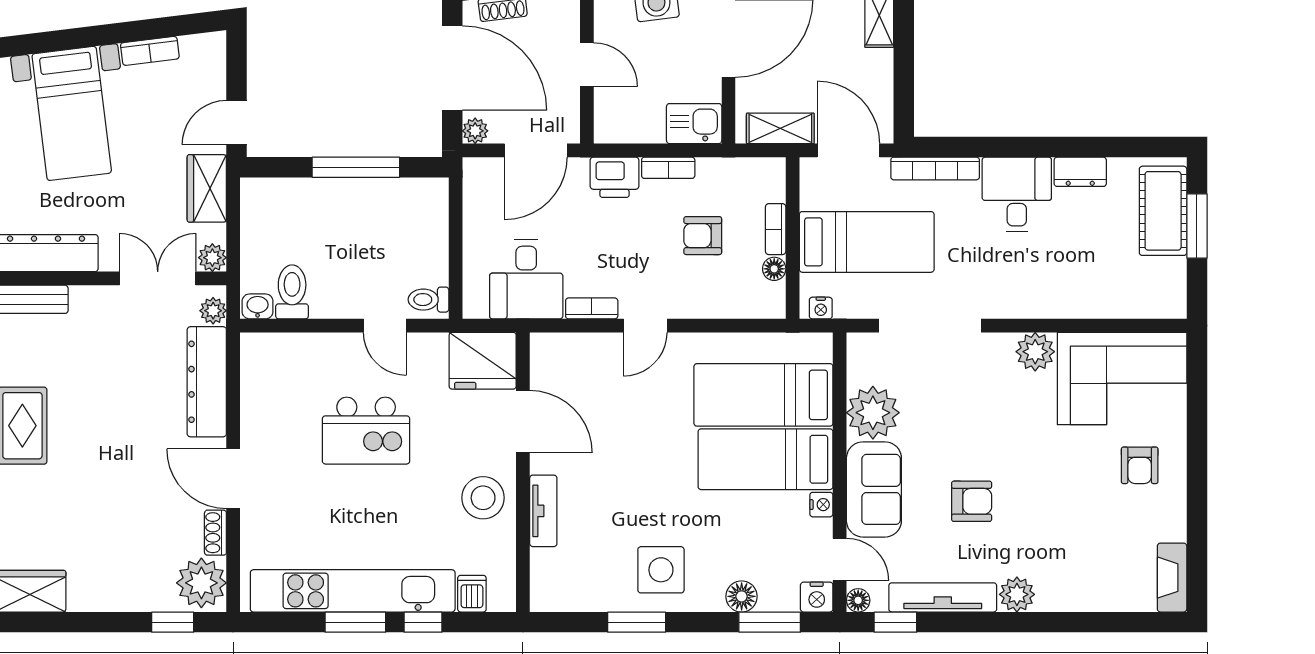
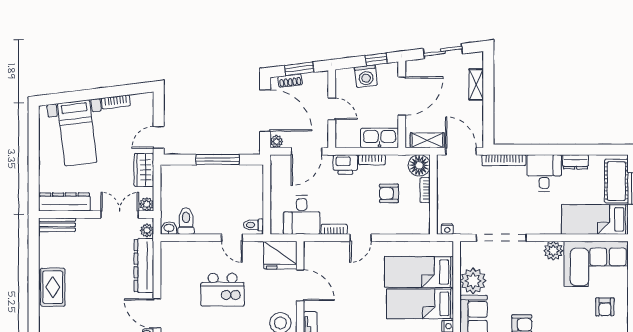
kitchen sink: (694, 124) -> (380, 138), width x1.38
bed: (867, 242) -> (595, 219), moved, turned 180
floor lamp: (774, 269) -> (419, 165), moved, width x1.89, depth x1.89

